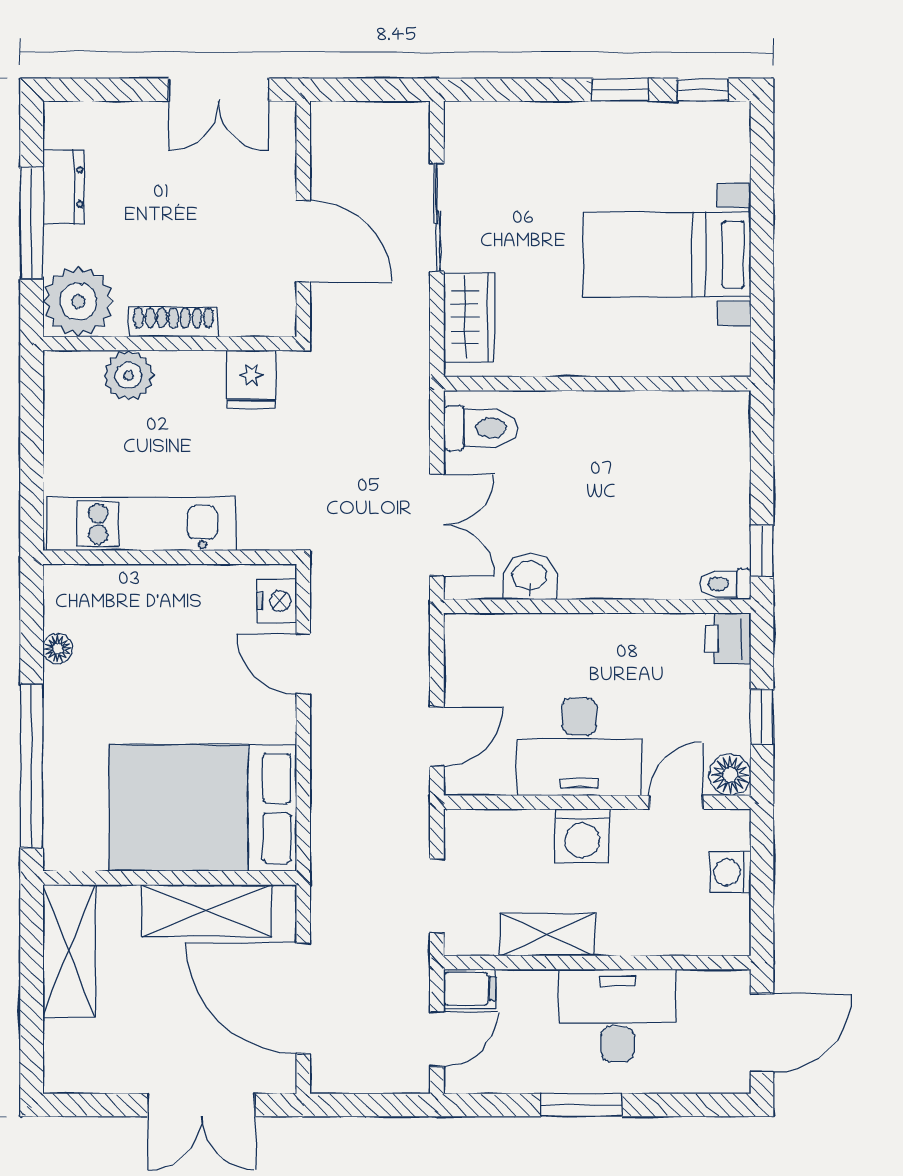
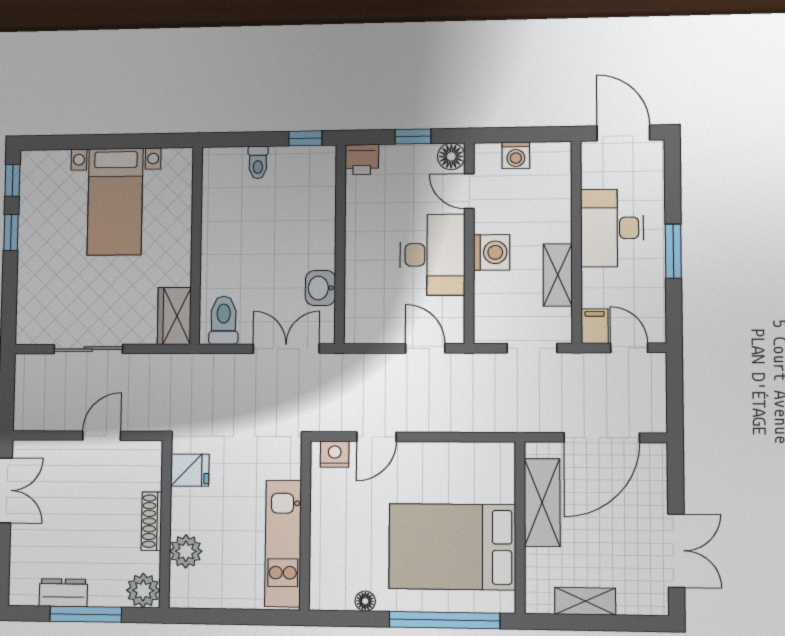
door: (303, 241) -> (102, 436), width x0.73
plant: (78, 301) -> (143, 590), width x0.73, depth x0.73
wardrobe: (469, 317) -> (174, 316), moved, turned -90
toilet: (725, 584) -> (258, 162), moved
bed: (203, 808) -> (452, 547), moved, turned 90
shelving: (69, 951) -> (585, 601), width x0.67, depth x0.75
double door: (201, 1105) -> (676, 551), moved

